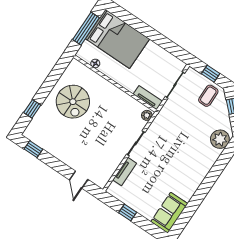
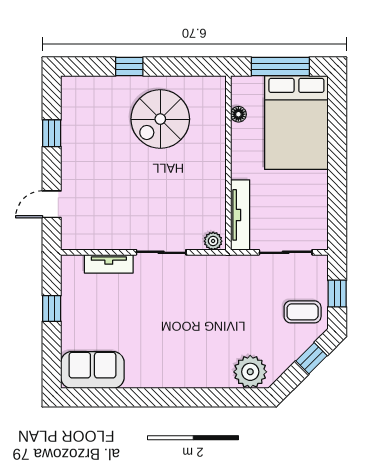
tv unit: (148, 98) -> (240, 215), width x1.41
window: (32, 109) -> (129, 66), moved
window: (33, 149) -> (52, 133), moved

